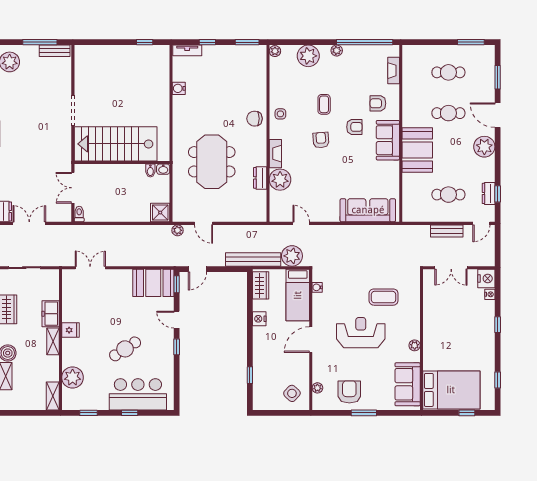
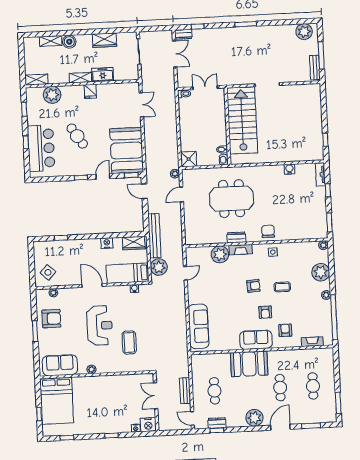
dresser: (260, 178) -> (236, 237), moved
booth: (153, 283) -> (127, 151), width x1.36, depth x1.42

